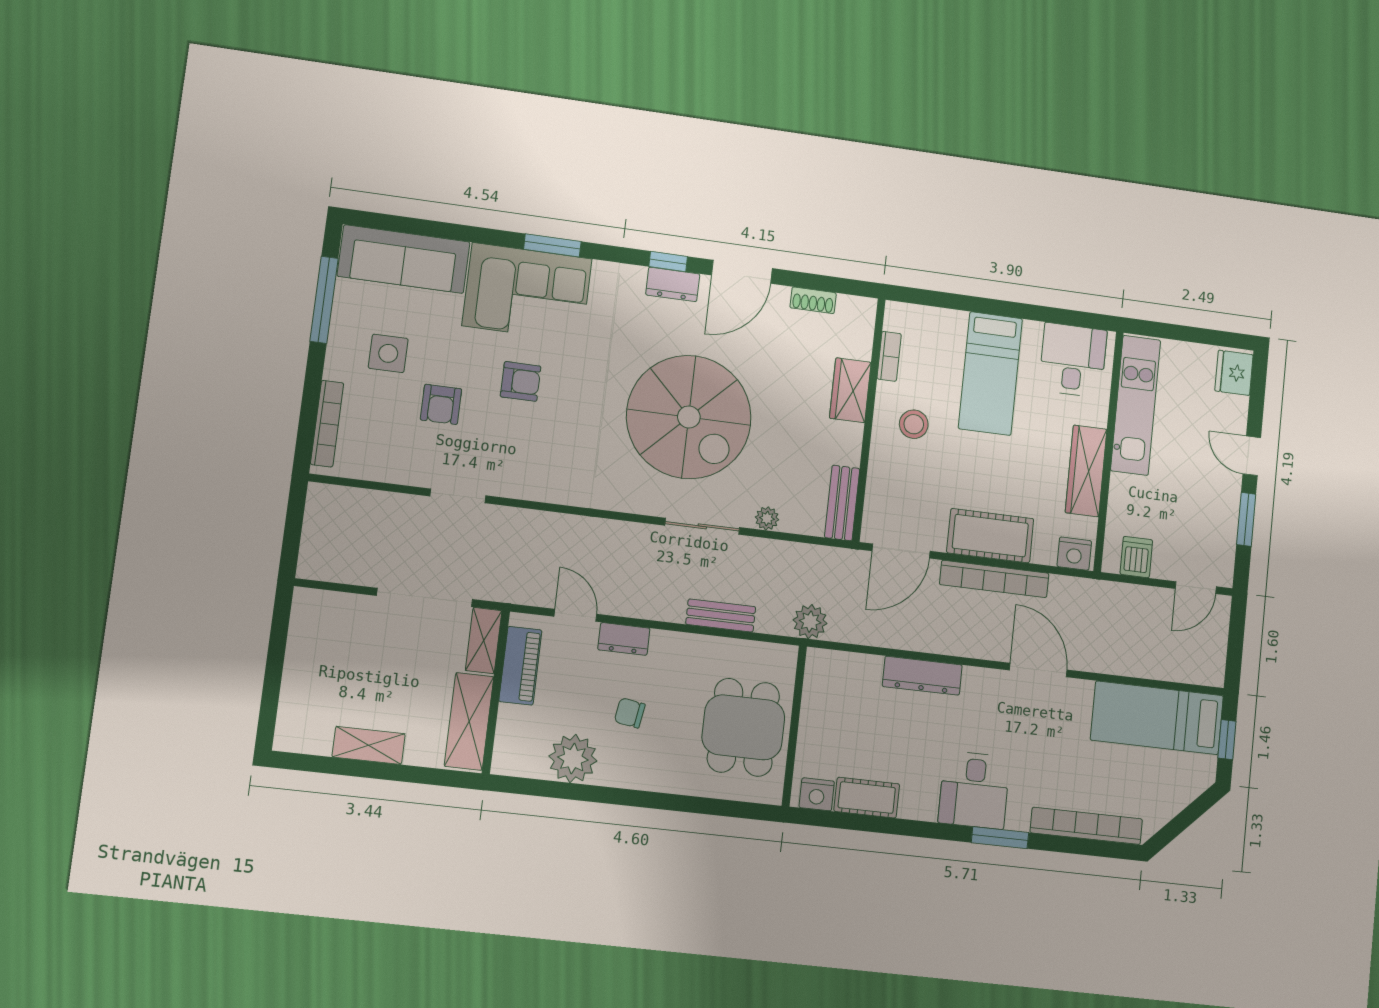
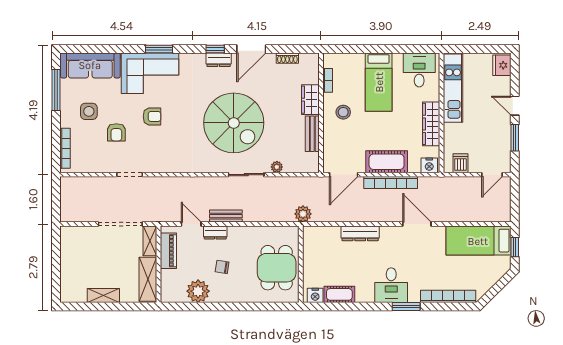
bench: (842, 503) -> (312, 134), moved
bench: (721, 615) -> (226, 216), moved

